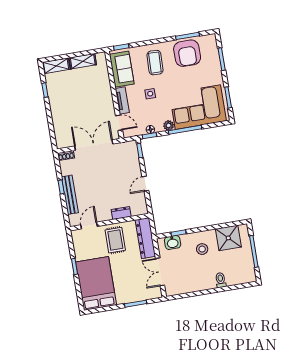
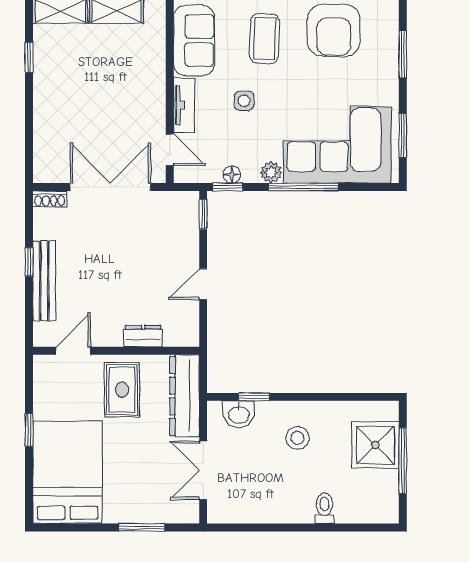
shower: (228, 238) -> (375, 445), moved

